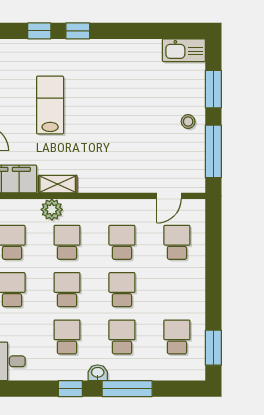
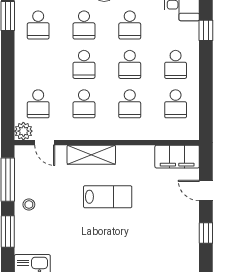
lab bench: (50, 105) -> (108, 197), moved, turned -90
shelving: (58, 184) -> (91, 155), moved, width x1.50, depth x1.33
door: (169, 196) -> (45, 143), swing flipped
plant: (52, 210) -> (23, 131), moved

